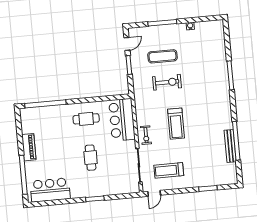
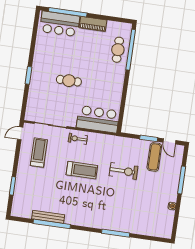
exercise mat: (163, 56) -> (154, 157), moved
exercise bike: (167, 82) -> (124, 171), turned -90
cafe table: (86, 119) -> (118, 50), moved
treadmill: (176, 124) -> (82, 170), turned 180
bar counter: (50, 190) -> (60, 24), moved, turned 90
door: (154, 193) -> (20, 133), hinge flipped

